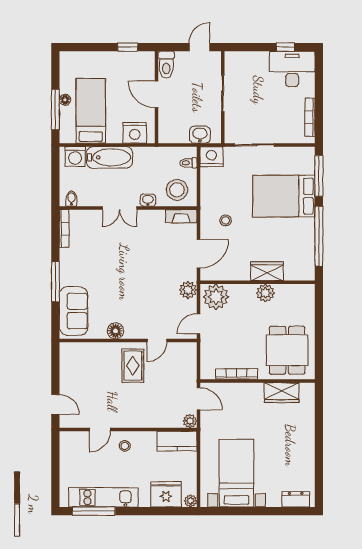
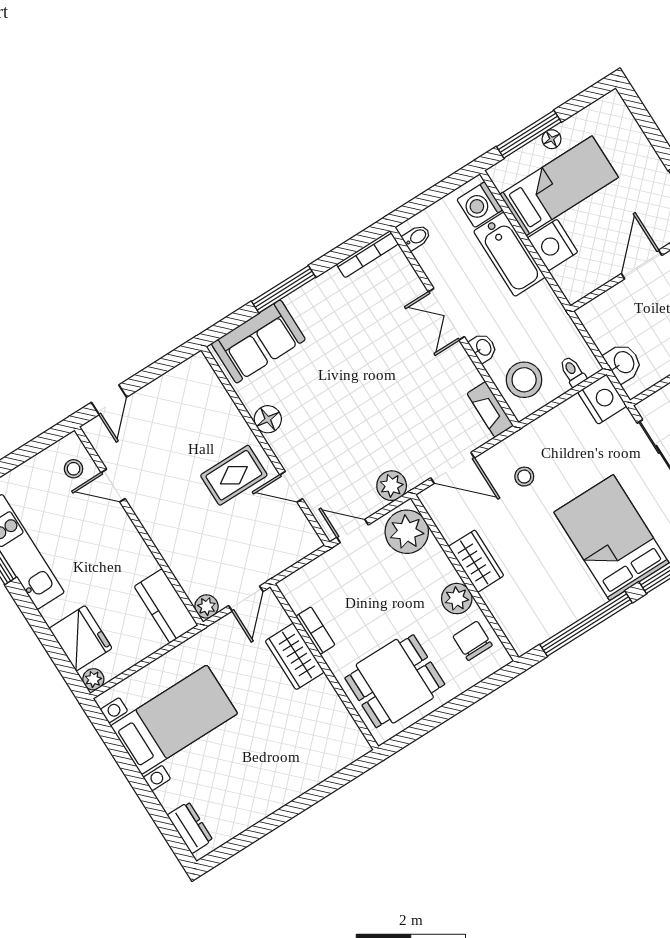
nightstand: (135, 133) -> (553, 245), moved
wardrobe: (267, 271) -> (476, 561), moved
chair: (292, 298) -> (473, 641), added
bookcase: (237, 374) -> (315, 631), width x0.64
wardrobe: (282, 393) -> (295, 656), moved
stool: (125, 446) -> (74, 469), moved

